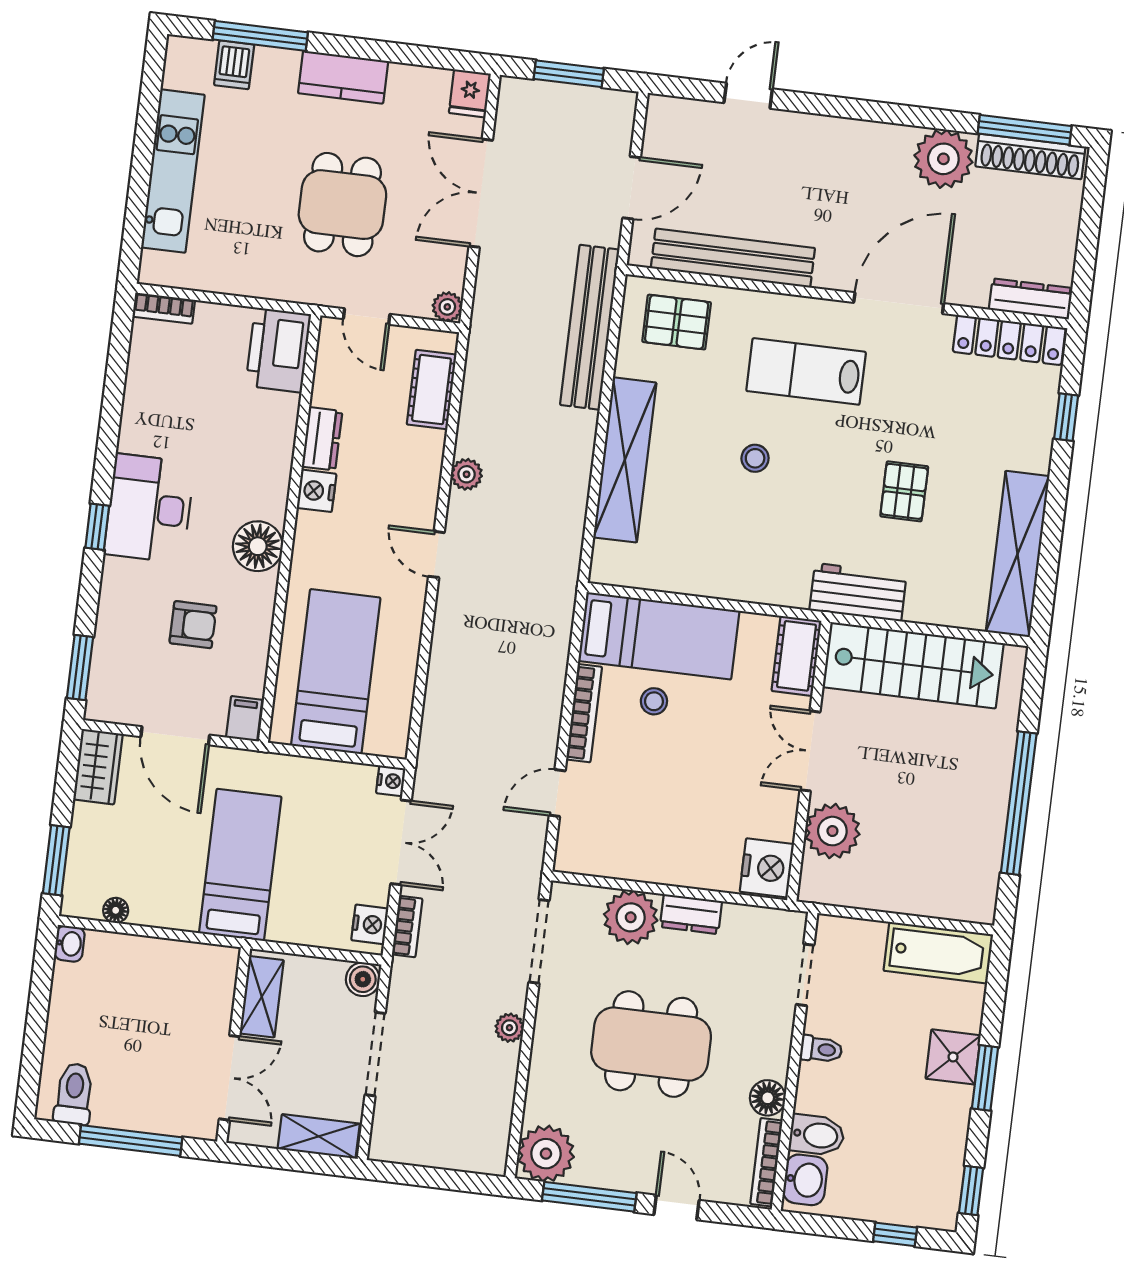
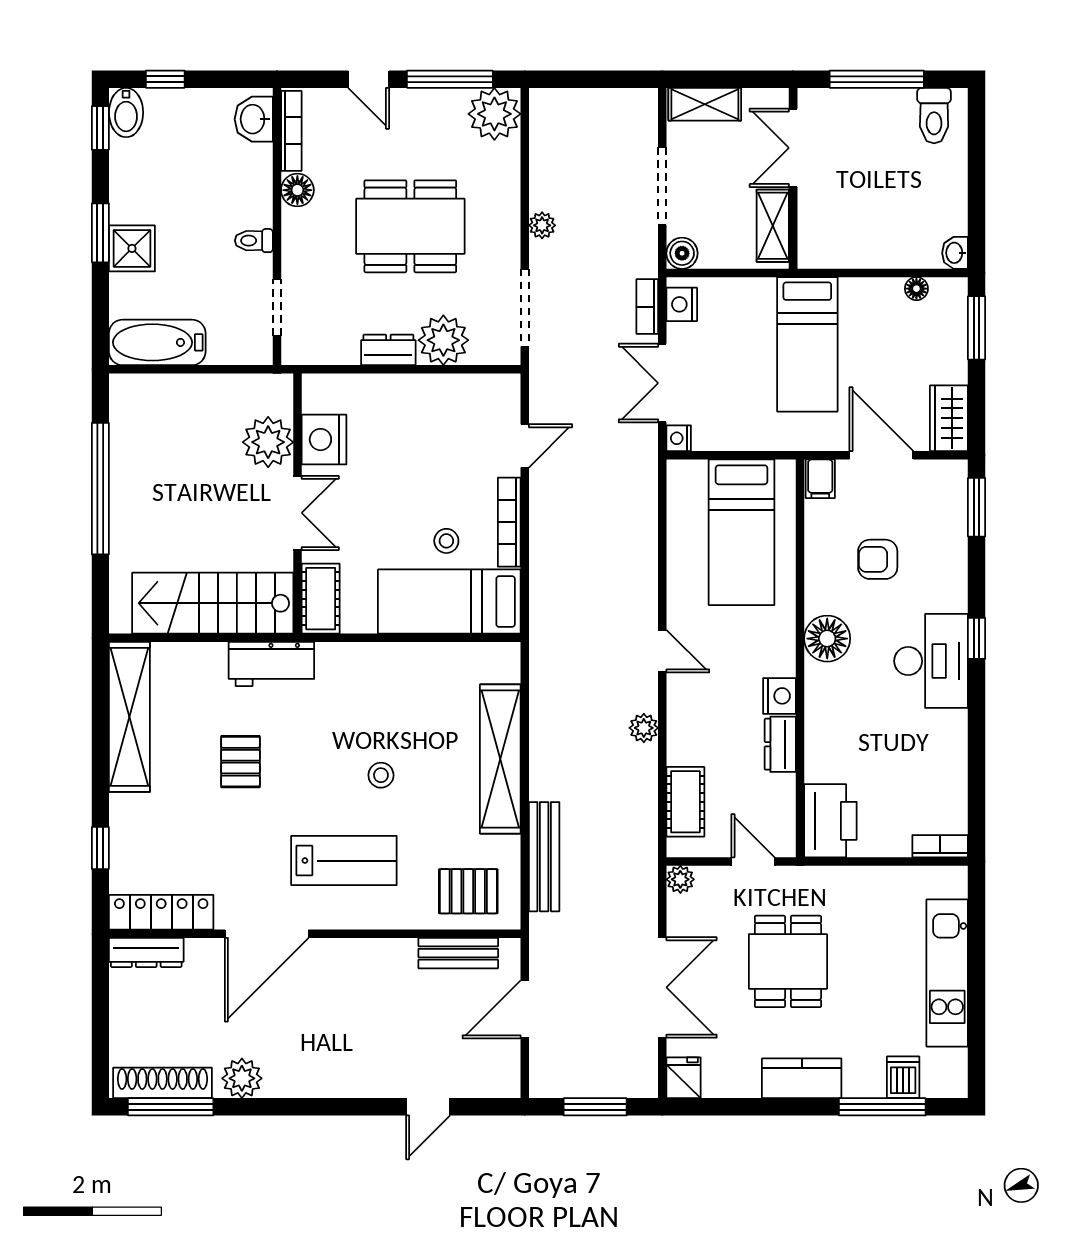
plant: (943, 159) -> (242, 1078), width x0.73, depth x0.73
bench: (733, 258) -> (458, 953), width x0.54, depth x0.82
bench: (590, 327) -> (544, 857), width x0.73, depth x0.82
nightstand: (767, 868) -> (324, 440), moved
bidet: (817, 1135) -> (126, 113), moved, turned -90

